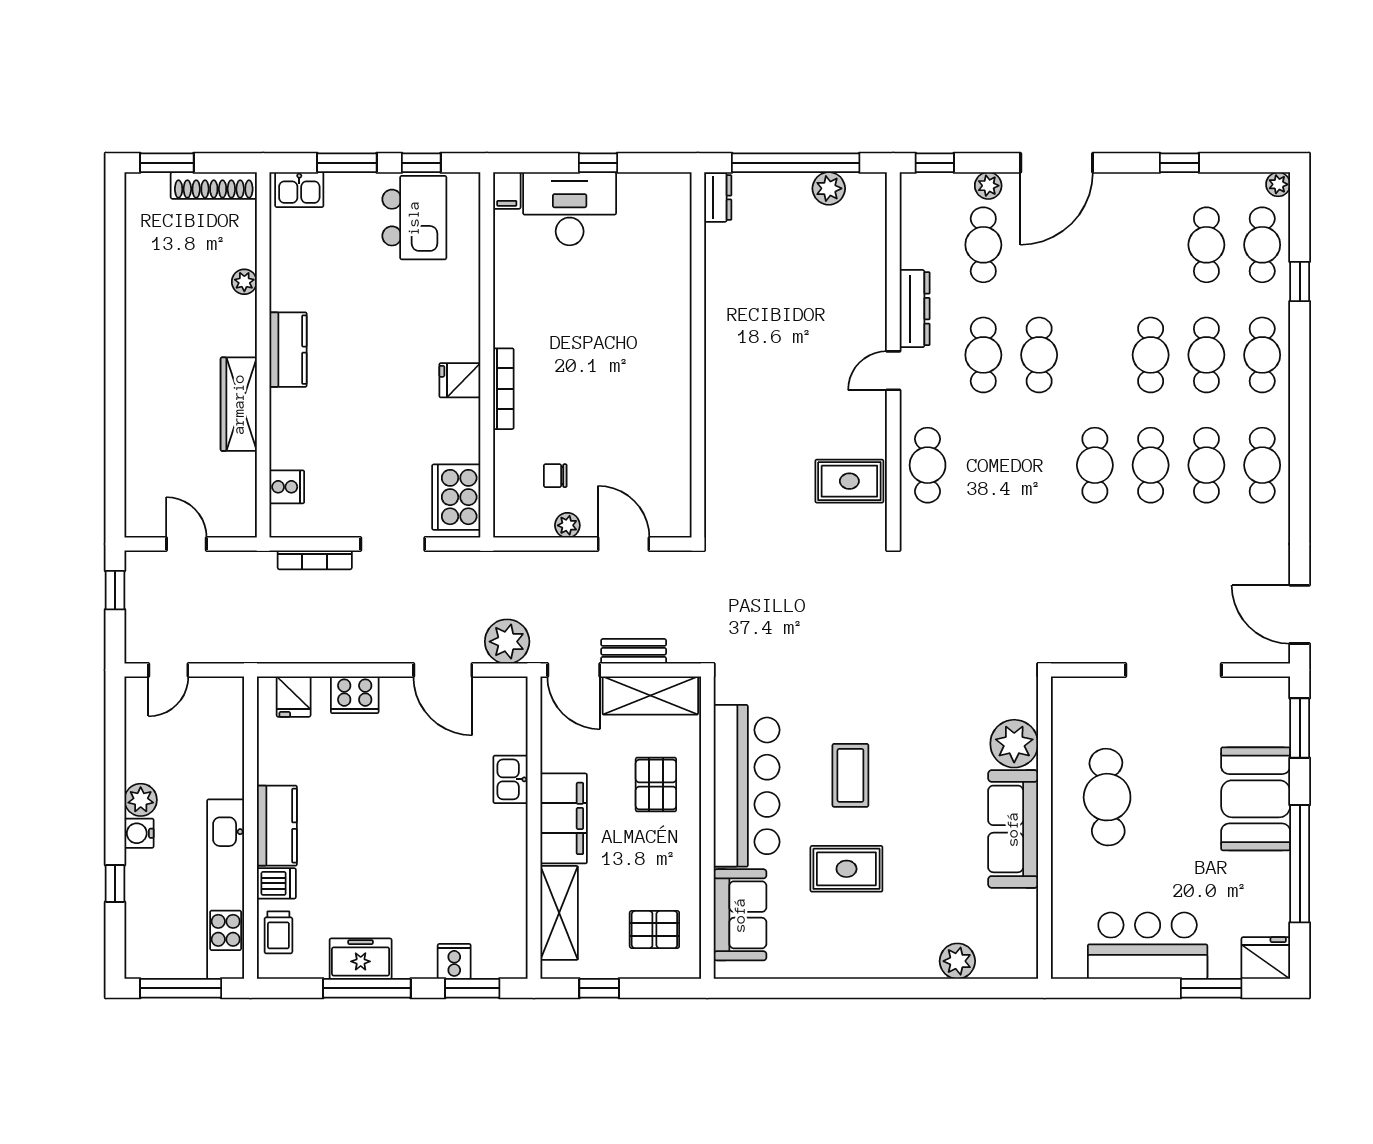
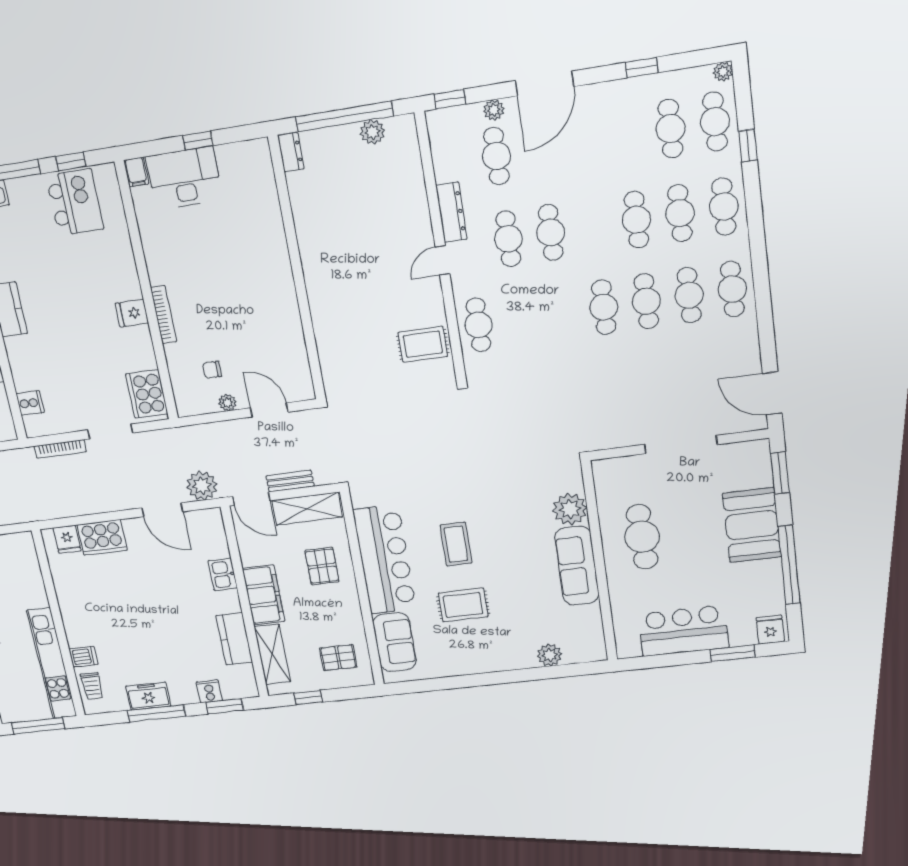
cooker: (355, 695) -> (102, 537), width x1.37, depth x1.31
kitchen counter: (277, 826) -> (234, 639), moved, turned 180
fridge: (1266, 958) -> (770, 630), width x0.72

